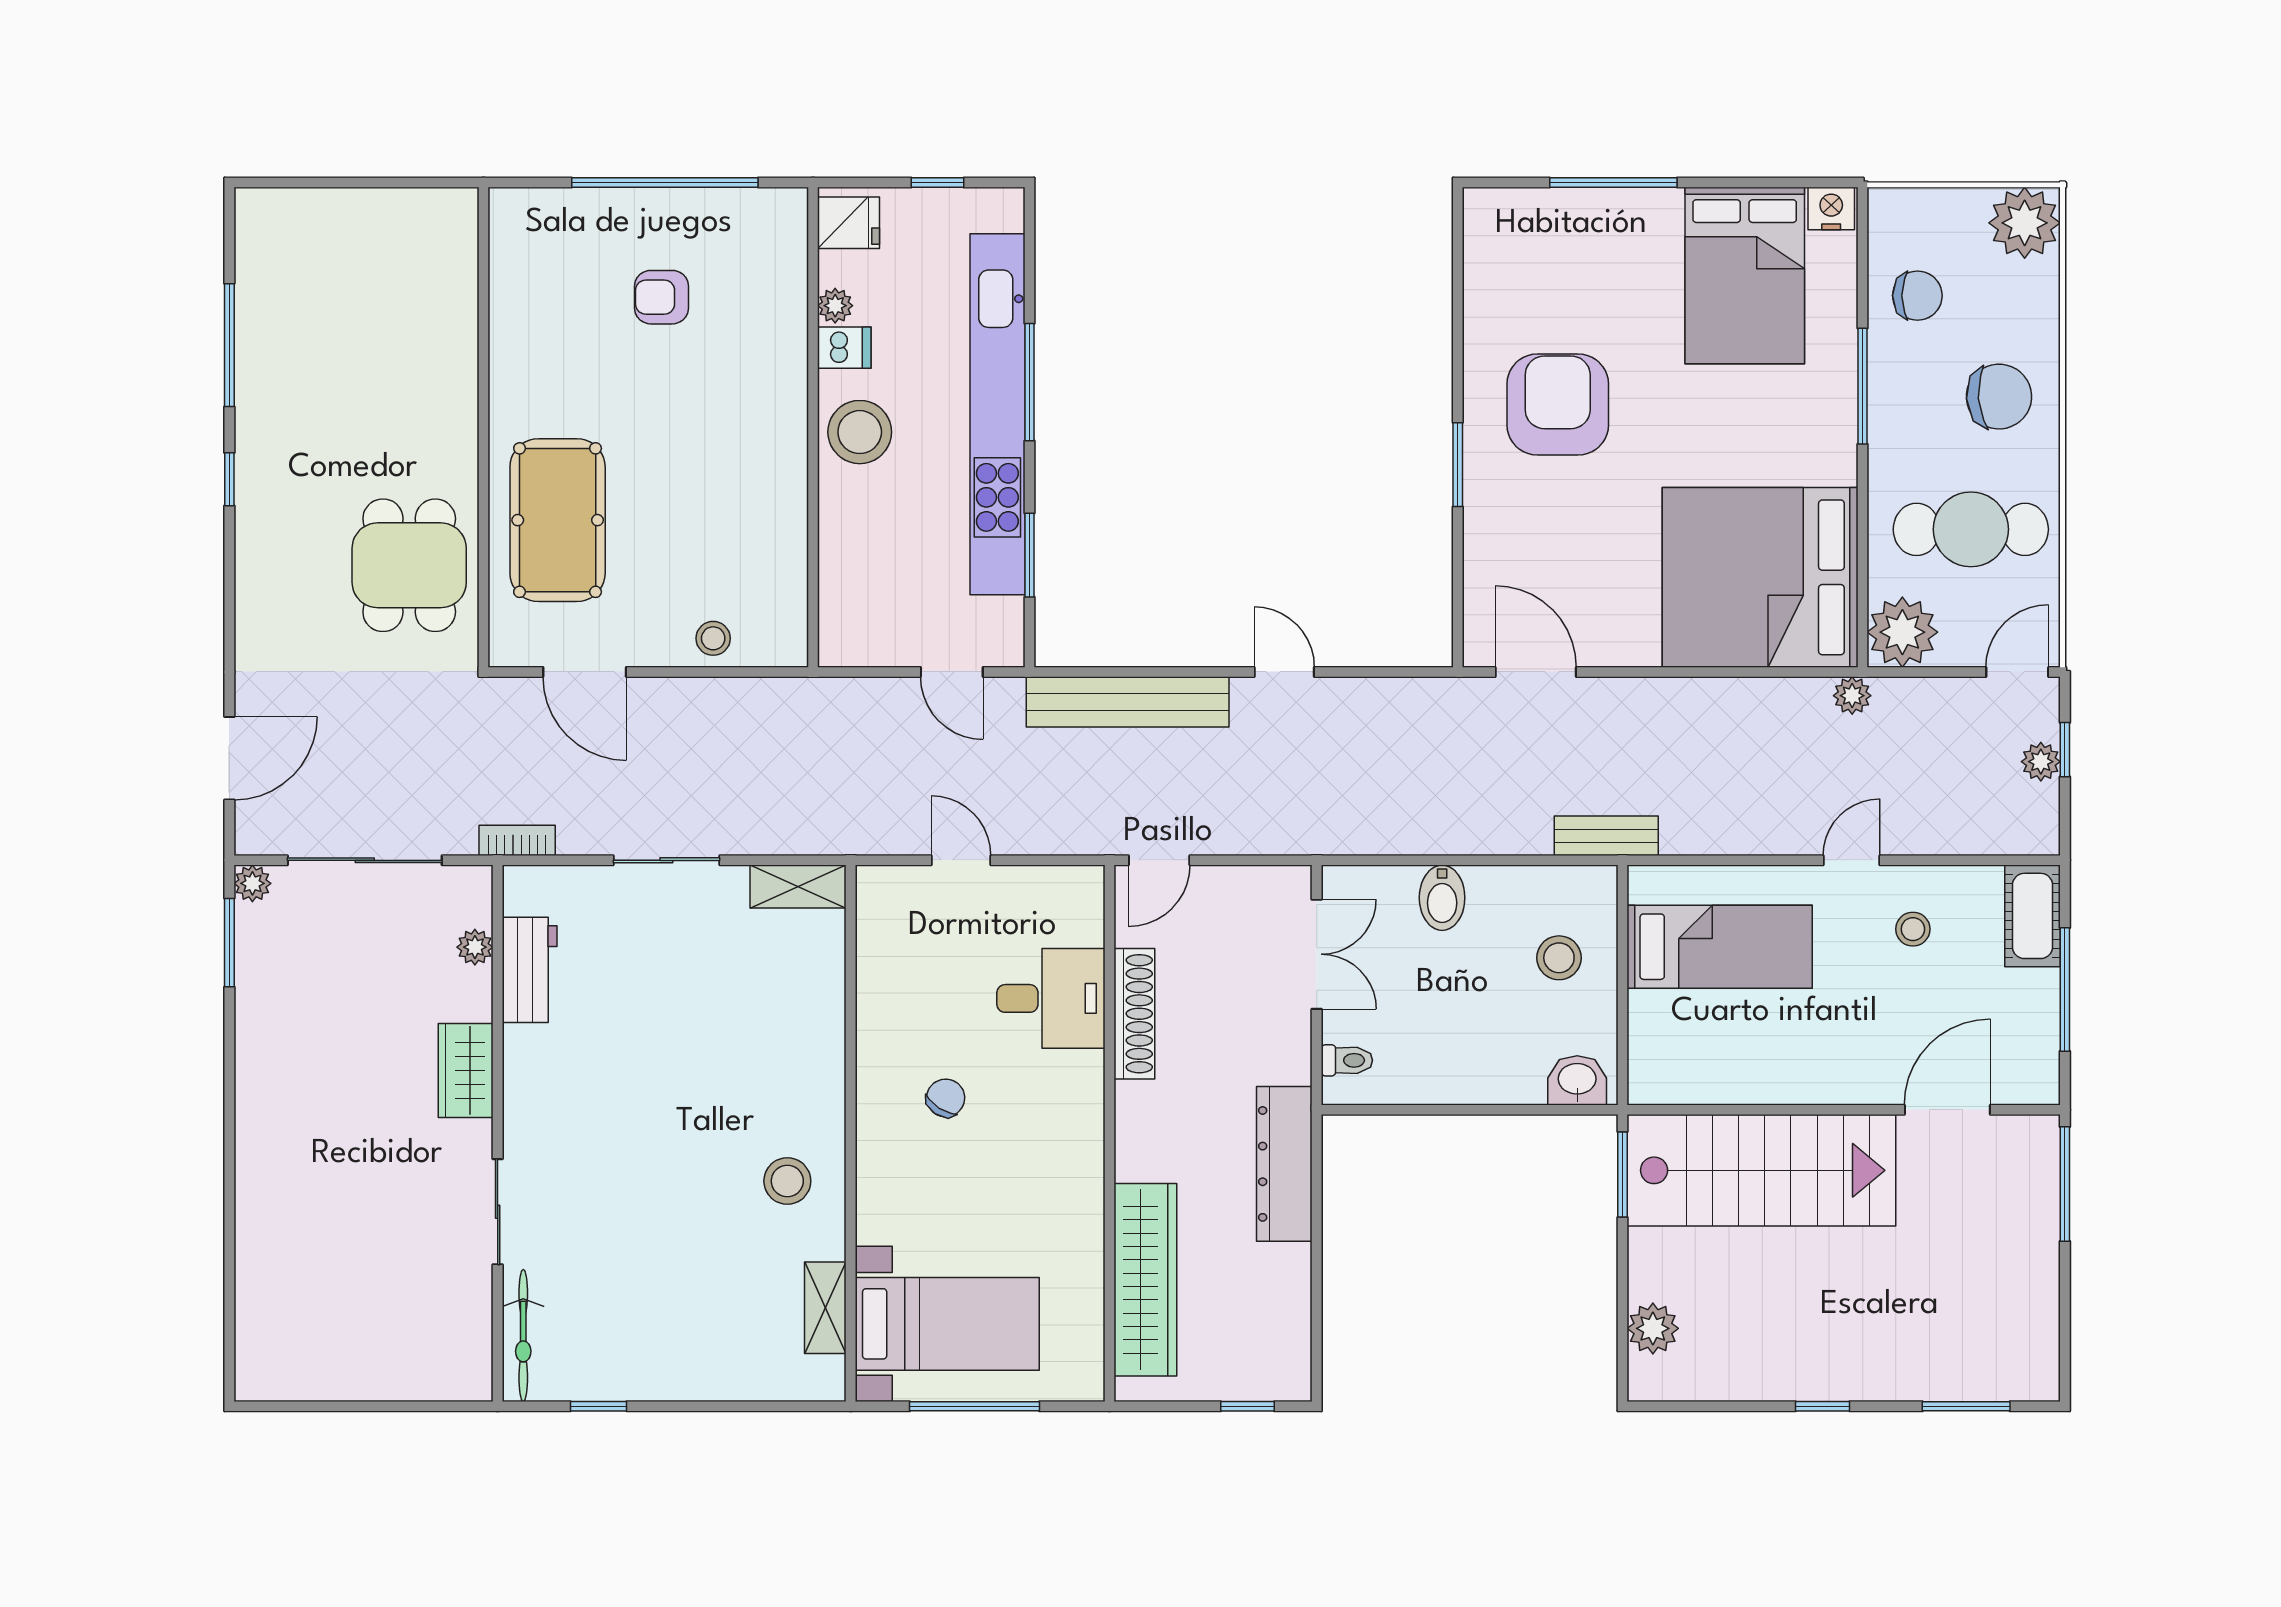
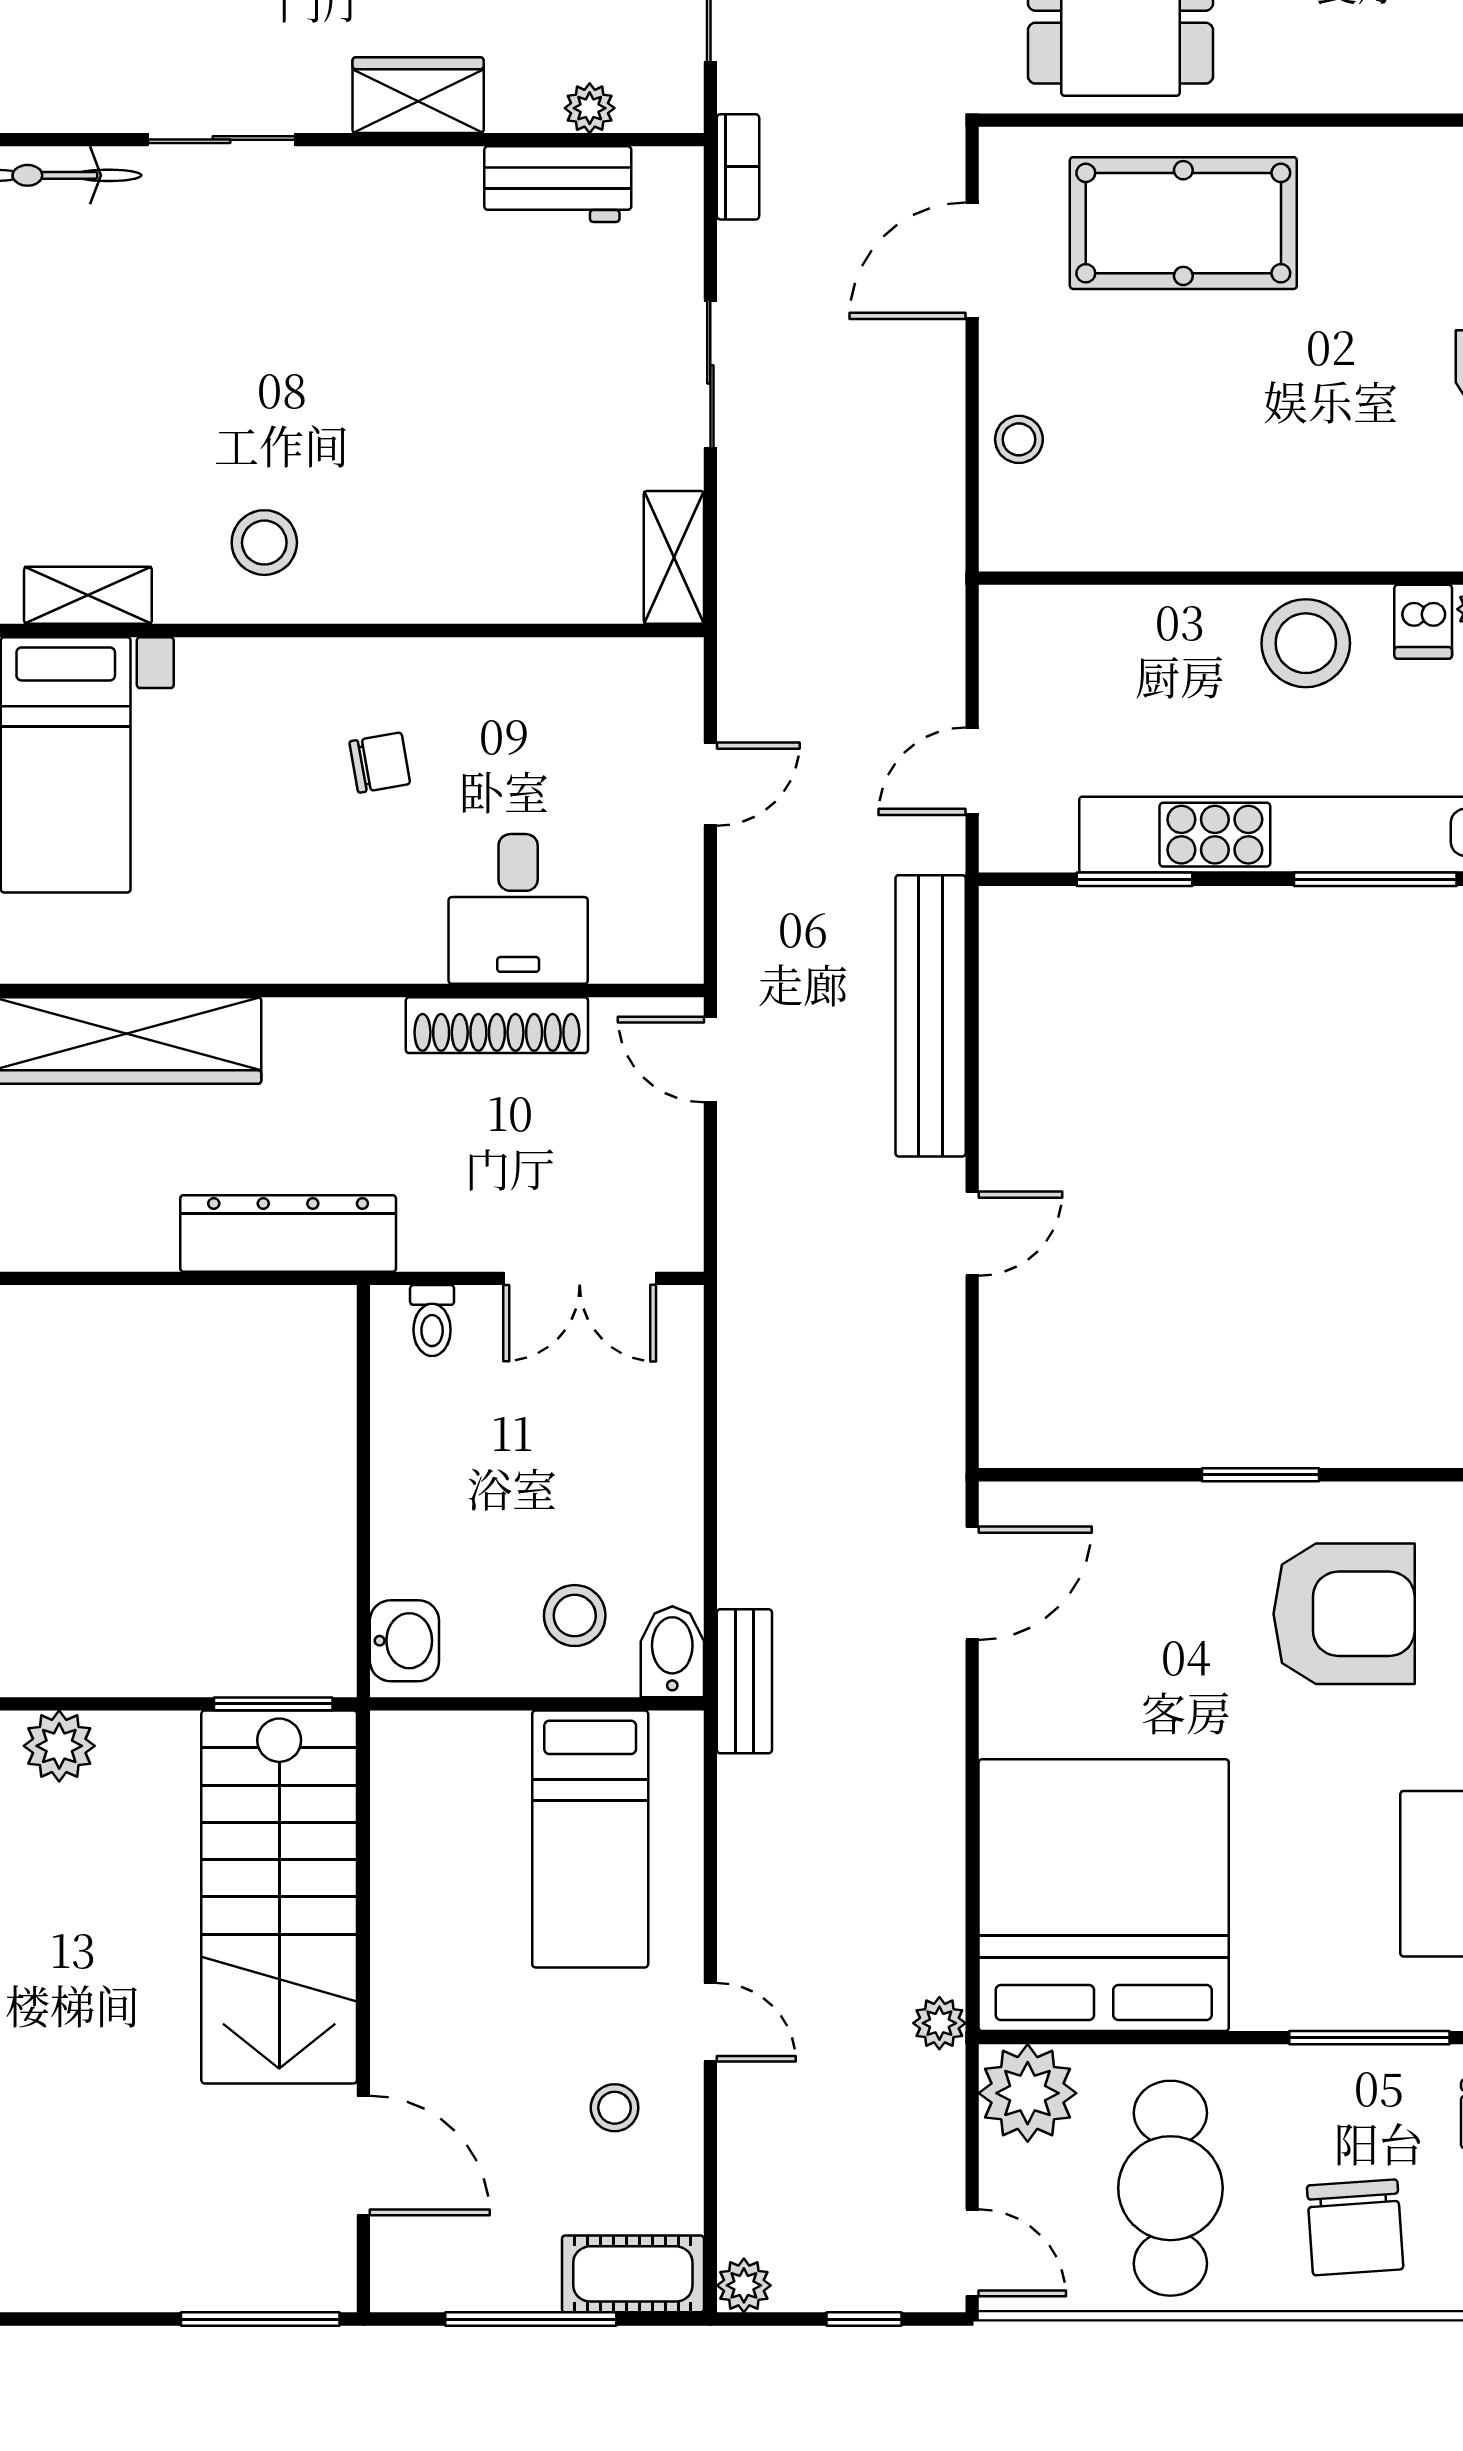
plant: (2041, 762) -> (744, 2285), moved
bidet: (1442, 898) -> (672, 1652), moved, turned 90
chair: (946, 1098) -> (380, 763), turned -43

